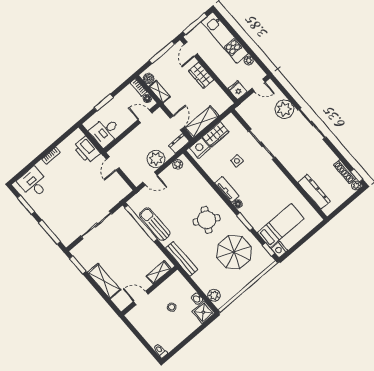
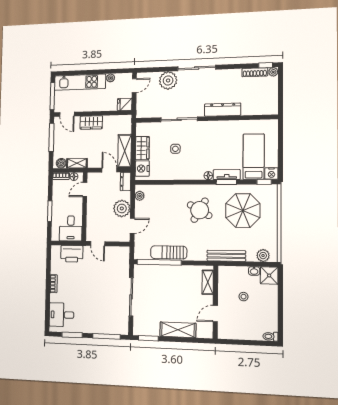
tv unit: (227, 189) -> (227, 175), moved
dresser: (314, 192) -> (223, 110), moved
bench: (182, 259) -> (226, 256), moved

